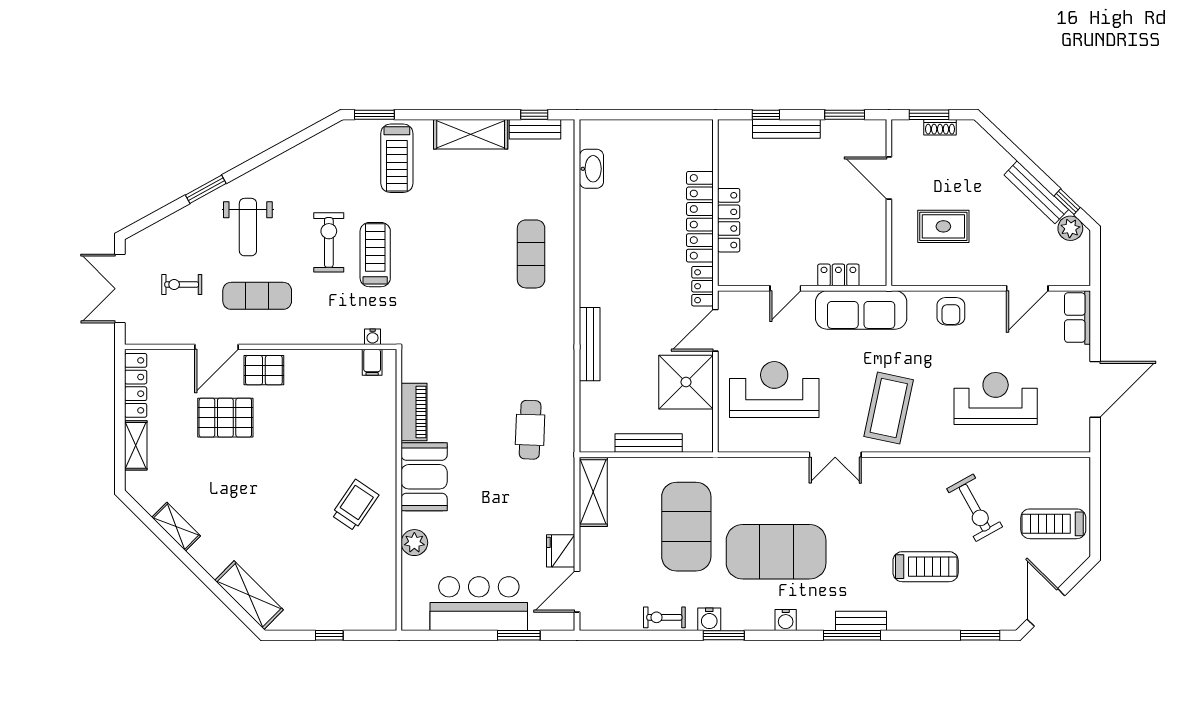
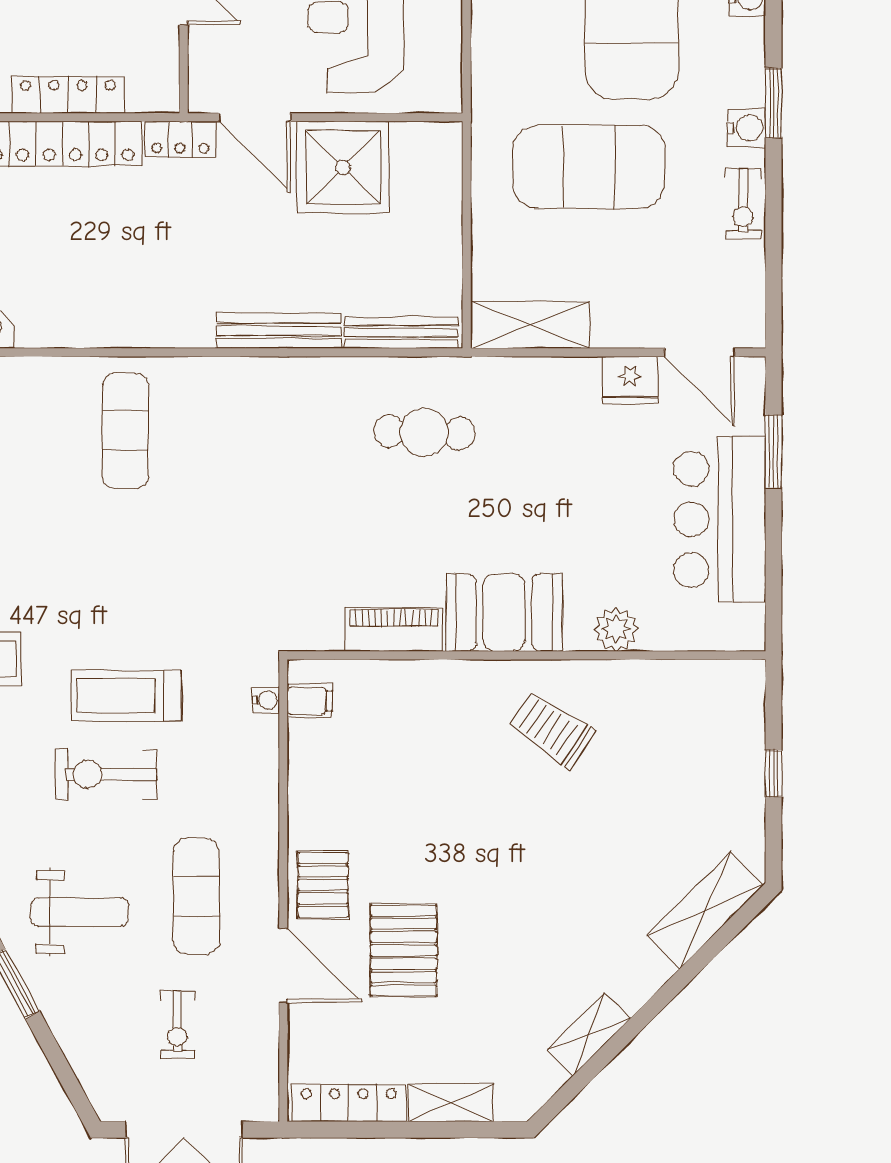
exercise mat: (531, 254) -> (125, 431), turned 90
bench: (649, 443) -> (401, 332), moved, turned 90

